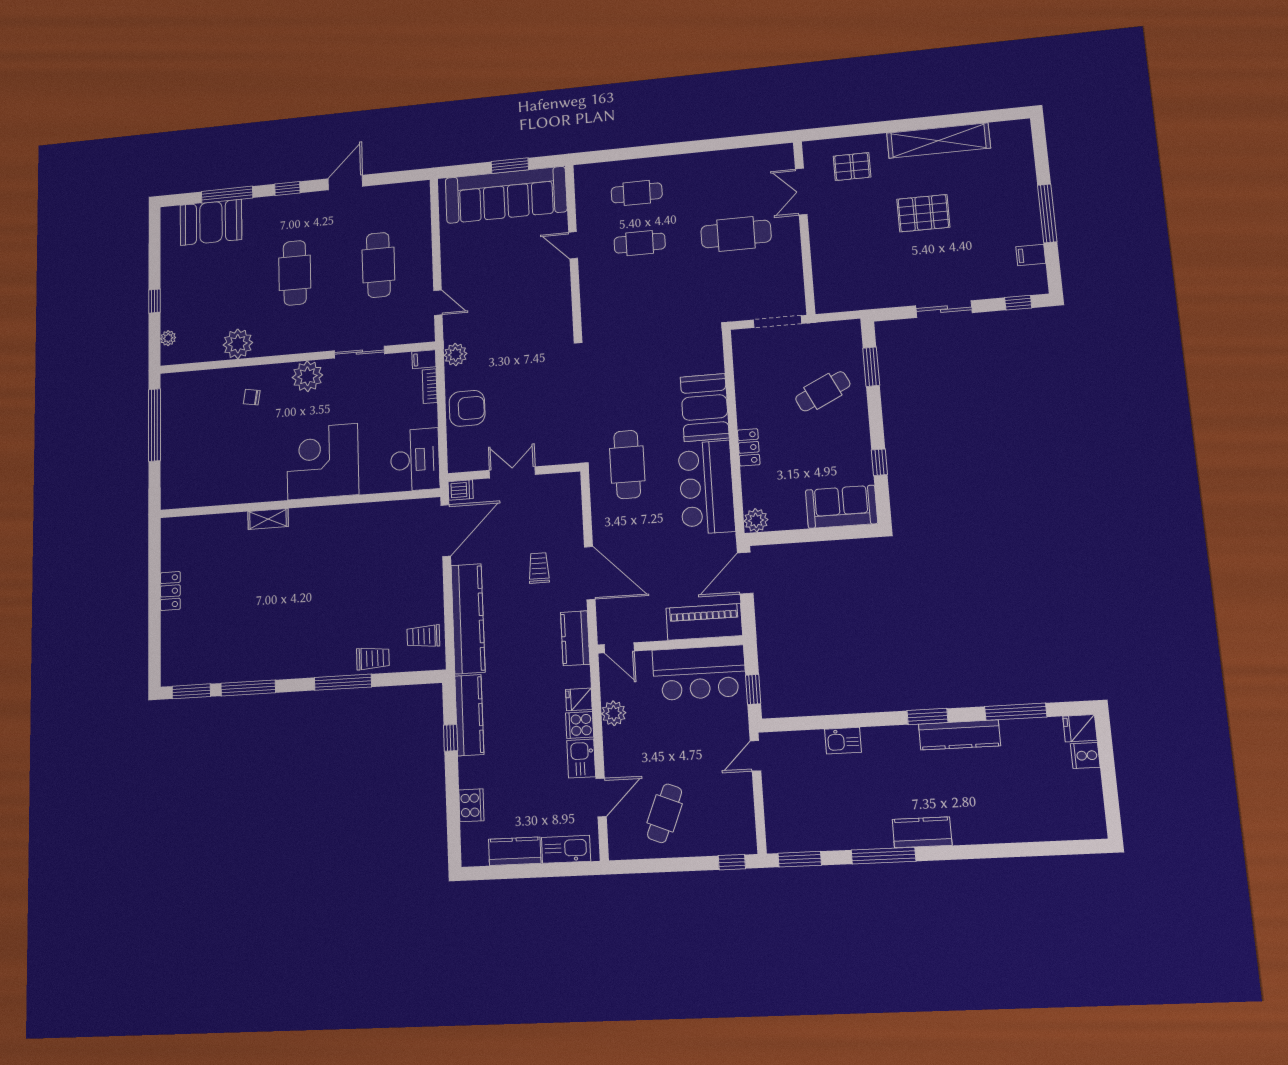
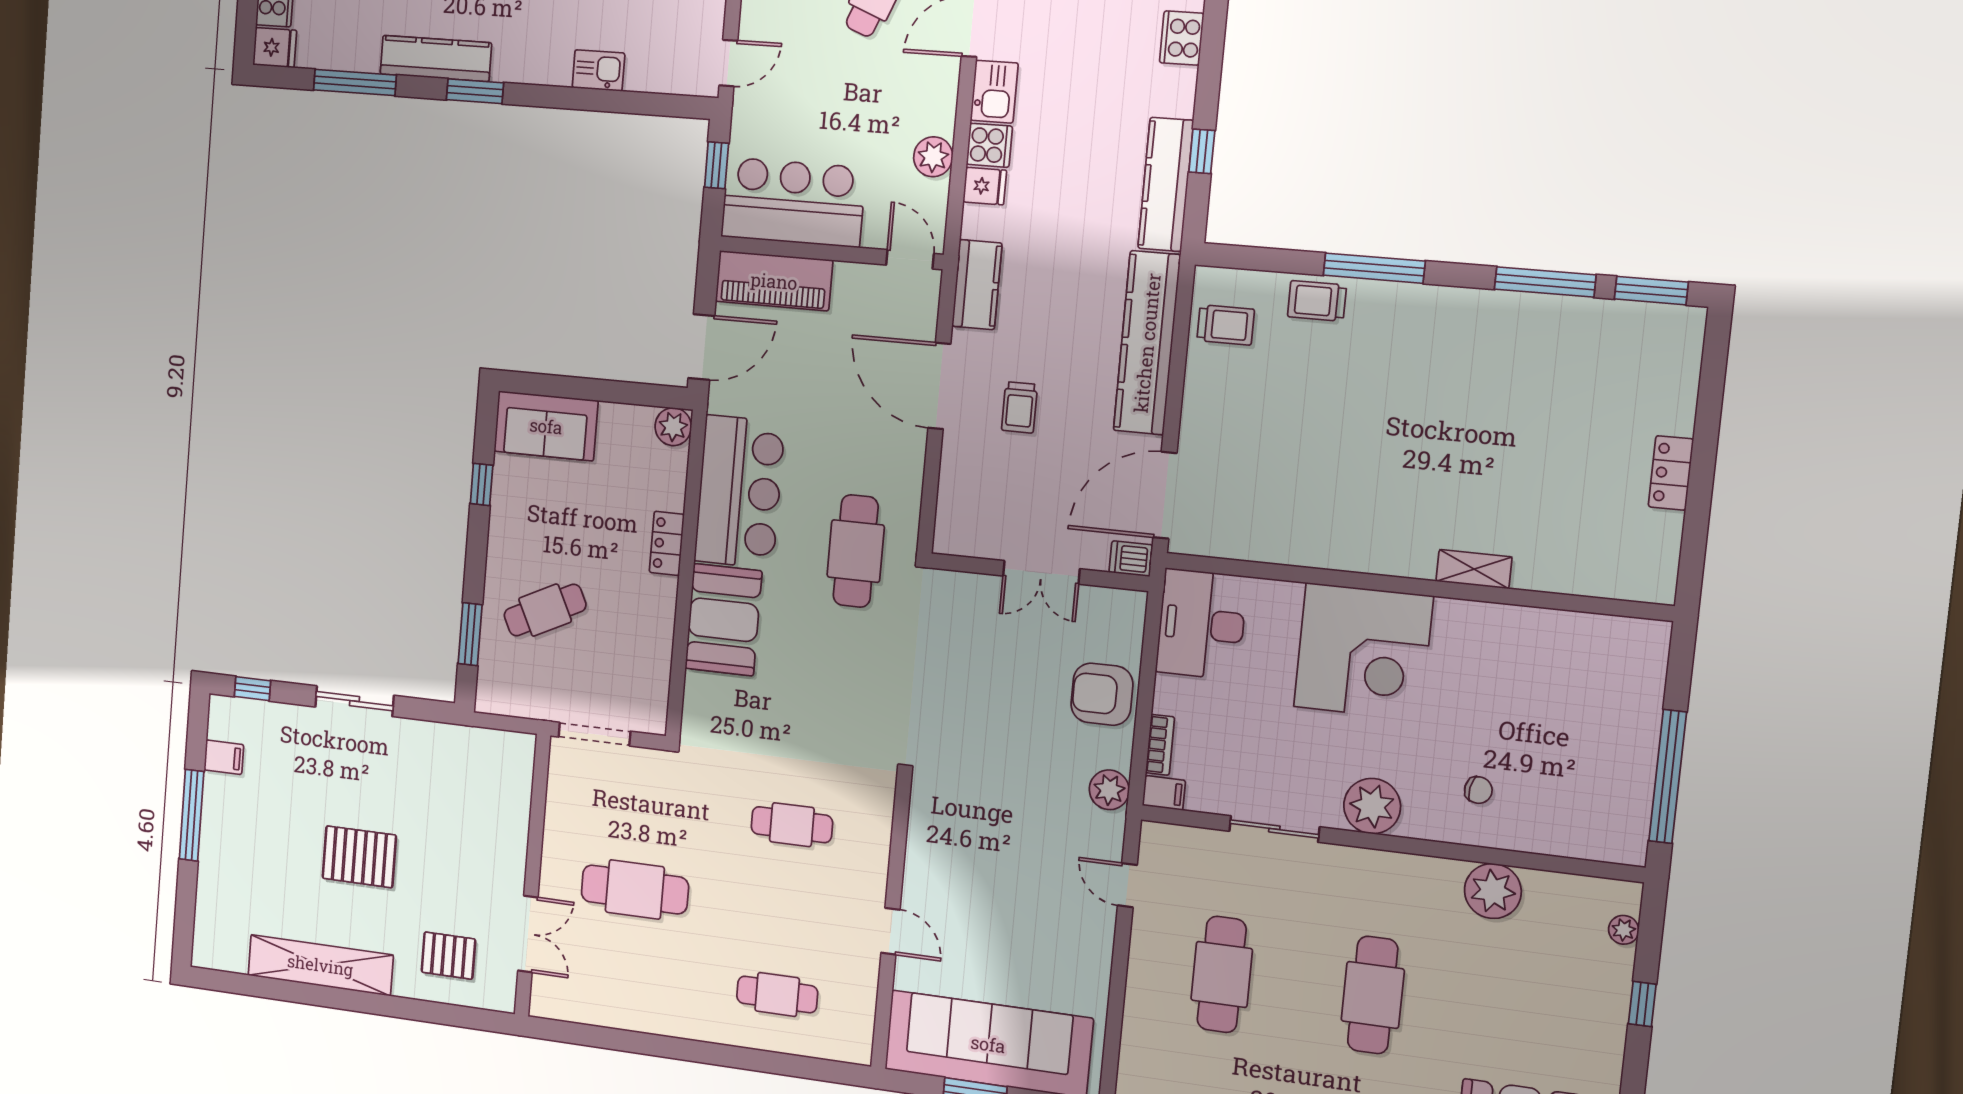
cafe table: (640, 243) -> (792, 825), moved

